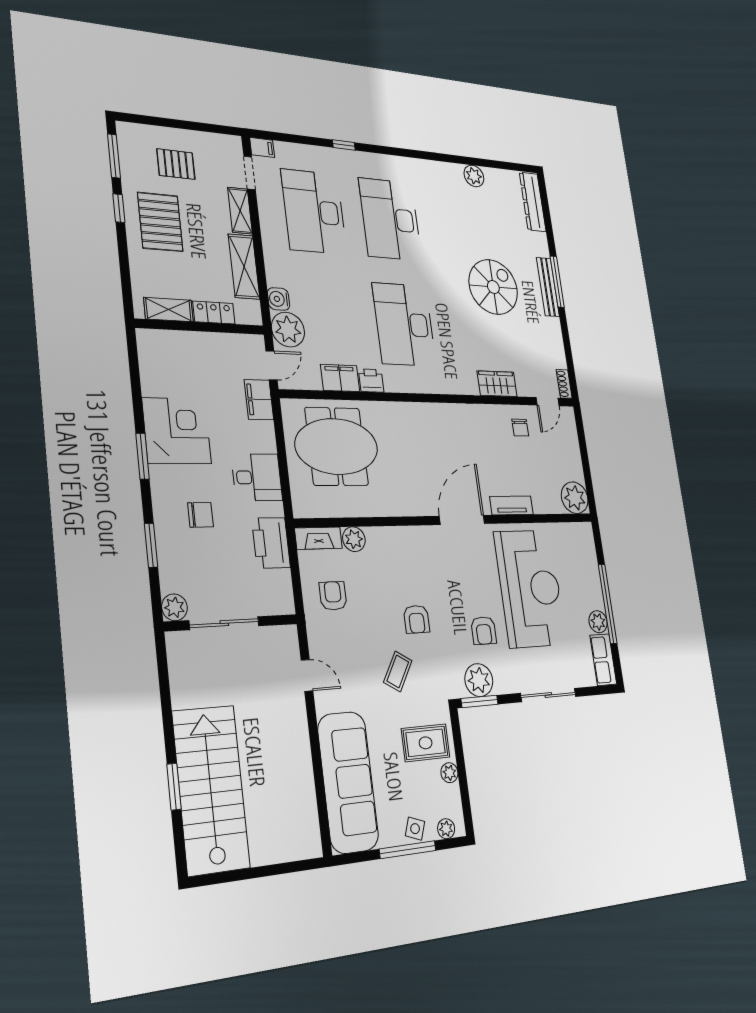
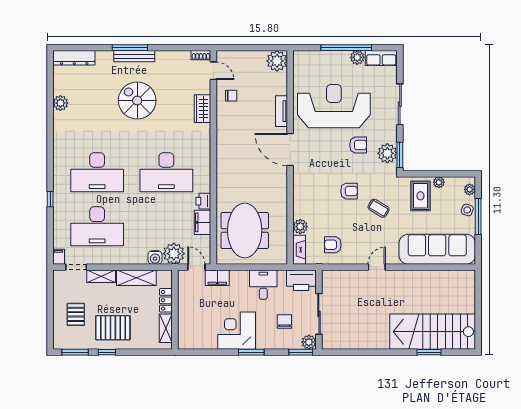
plant: (174, 607) -> (309, 342), moved
sliding door: (224, 623) -> (319, 314), moved
wall: (232, 623) -> (319, 310), moved

